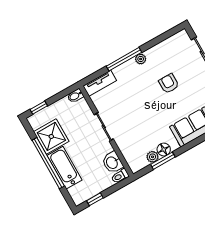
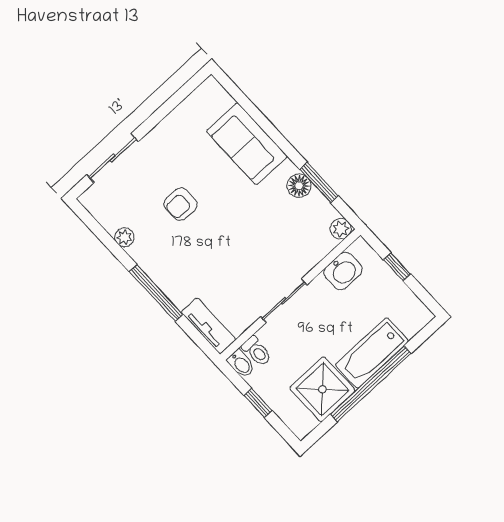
plant: (141, 59) -> (124, 237), moved
window: (39, 108) -> (258, 403), moved
plant: (152, 157) -> (341, 229), moved
toilet: (120, 176) -> (257, 351), moved
window: (95, 199) -> (397, 267), moved

